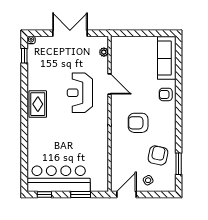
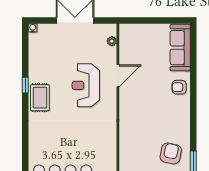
window: (24, 56) -> (25, 85), moved
door: (109, 84) -> (118, 76), hinge flipped
armchair: (138, 123) -> (149, 118), removed

